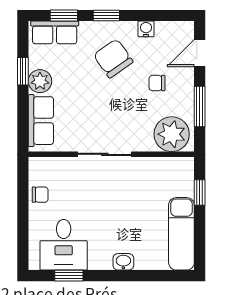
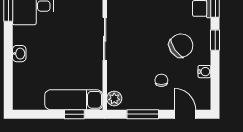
plant: (172, 134) -> (114, 98), width x0.53, depth x0.53
exam couch: (181, 234) -> (74, 100), moved

